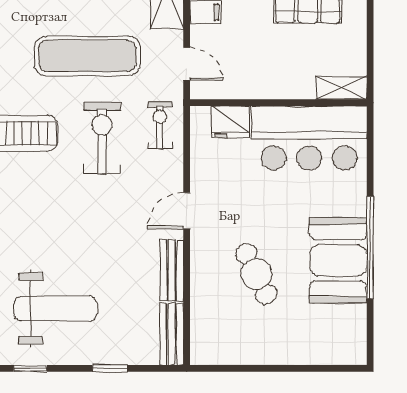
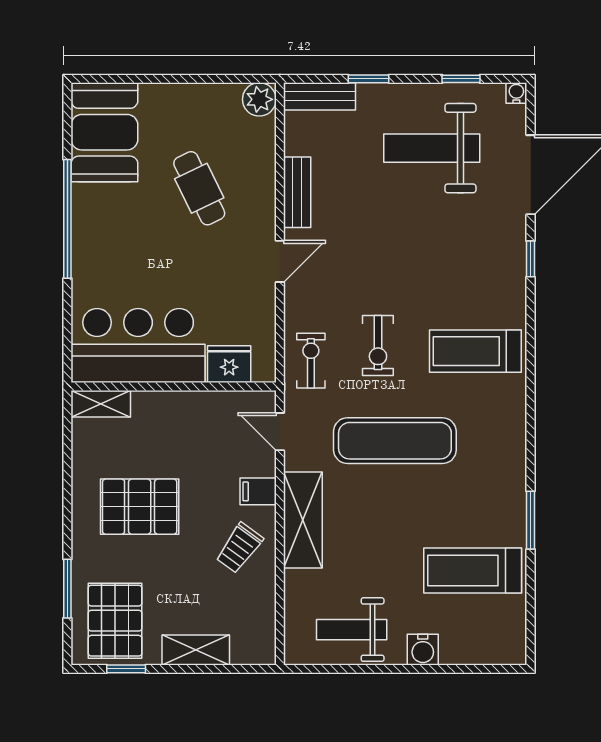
exercise bike: (160, 125) -> (311, 361), turned 180
exercise bike: (102, 138) -> (378, 345), width x0.73, depth x0.72
booth: (338, 260) -> (104, 132), moved
bench: (172, 334) -> (320, 96), moved, turned 90
plant: (204, 351) -> (259, 99), added

